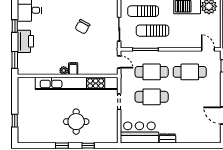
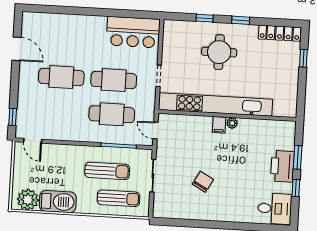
window: (15, 60) -> (298, 157), moved
cafe table: (190, 72) -> (61, 77), moved
locker: (33, 138) -> (280, 33), added
dresser: (168, 138) -> (95, 22), removed

